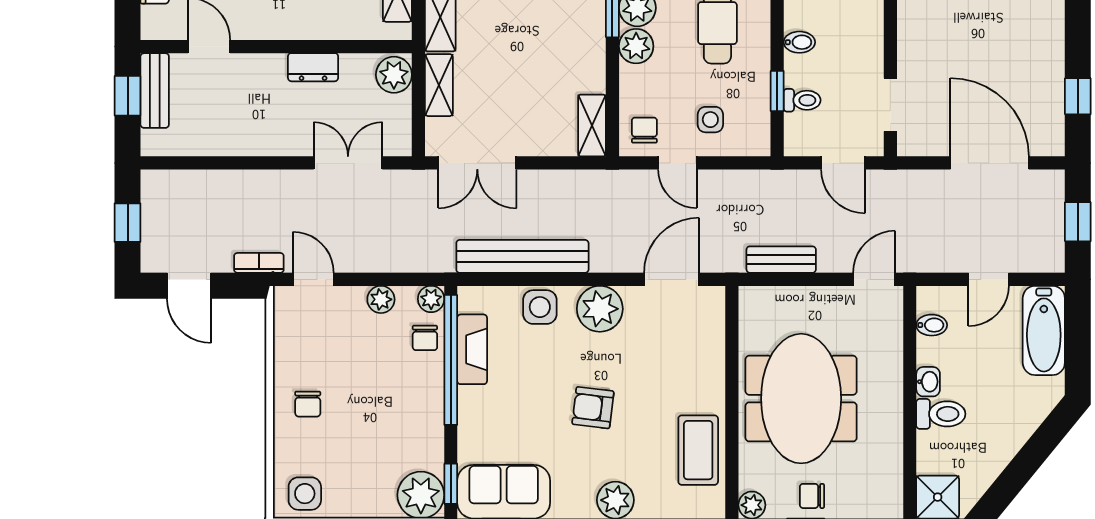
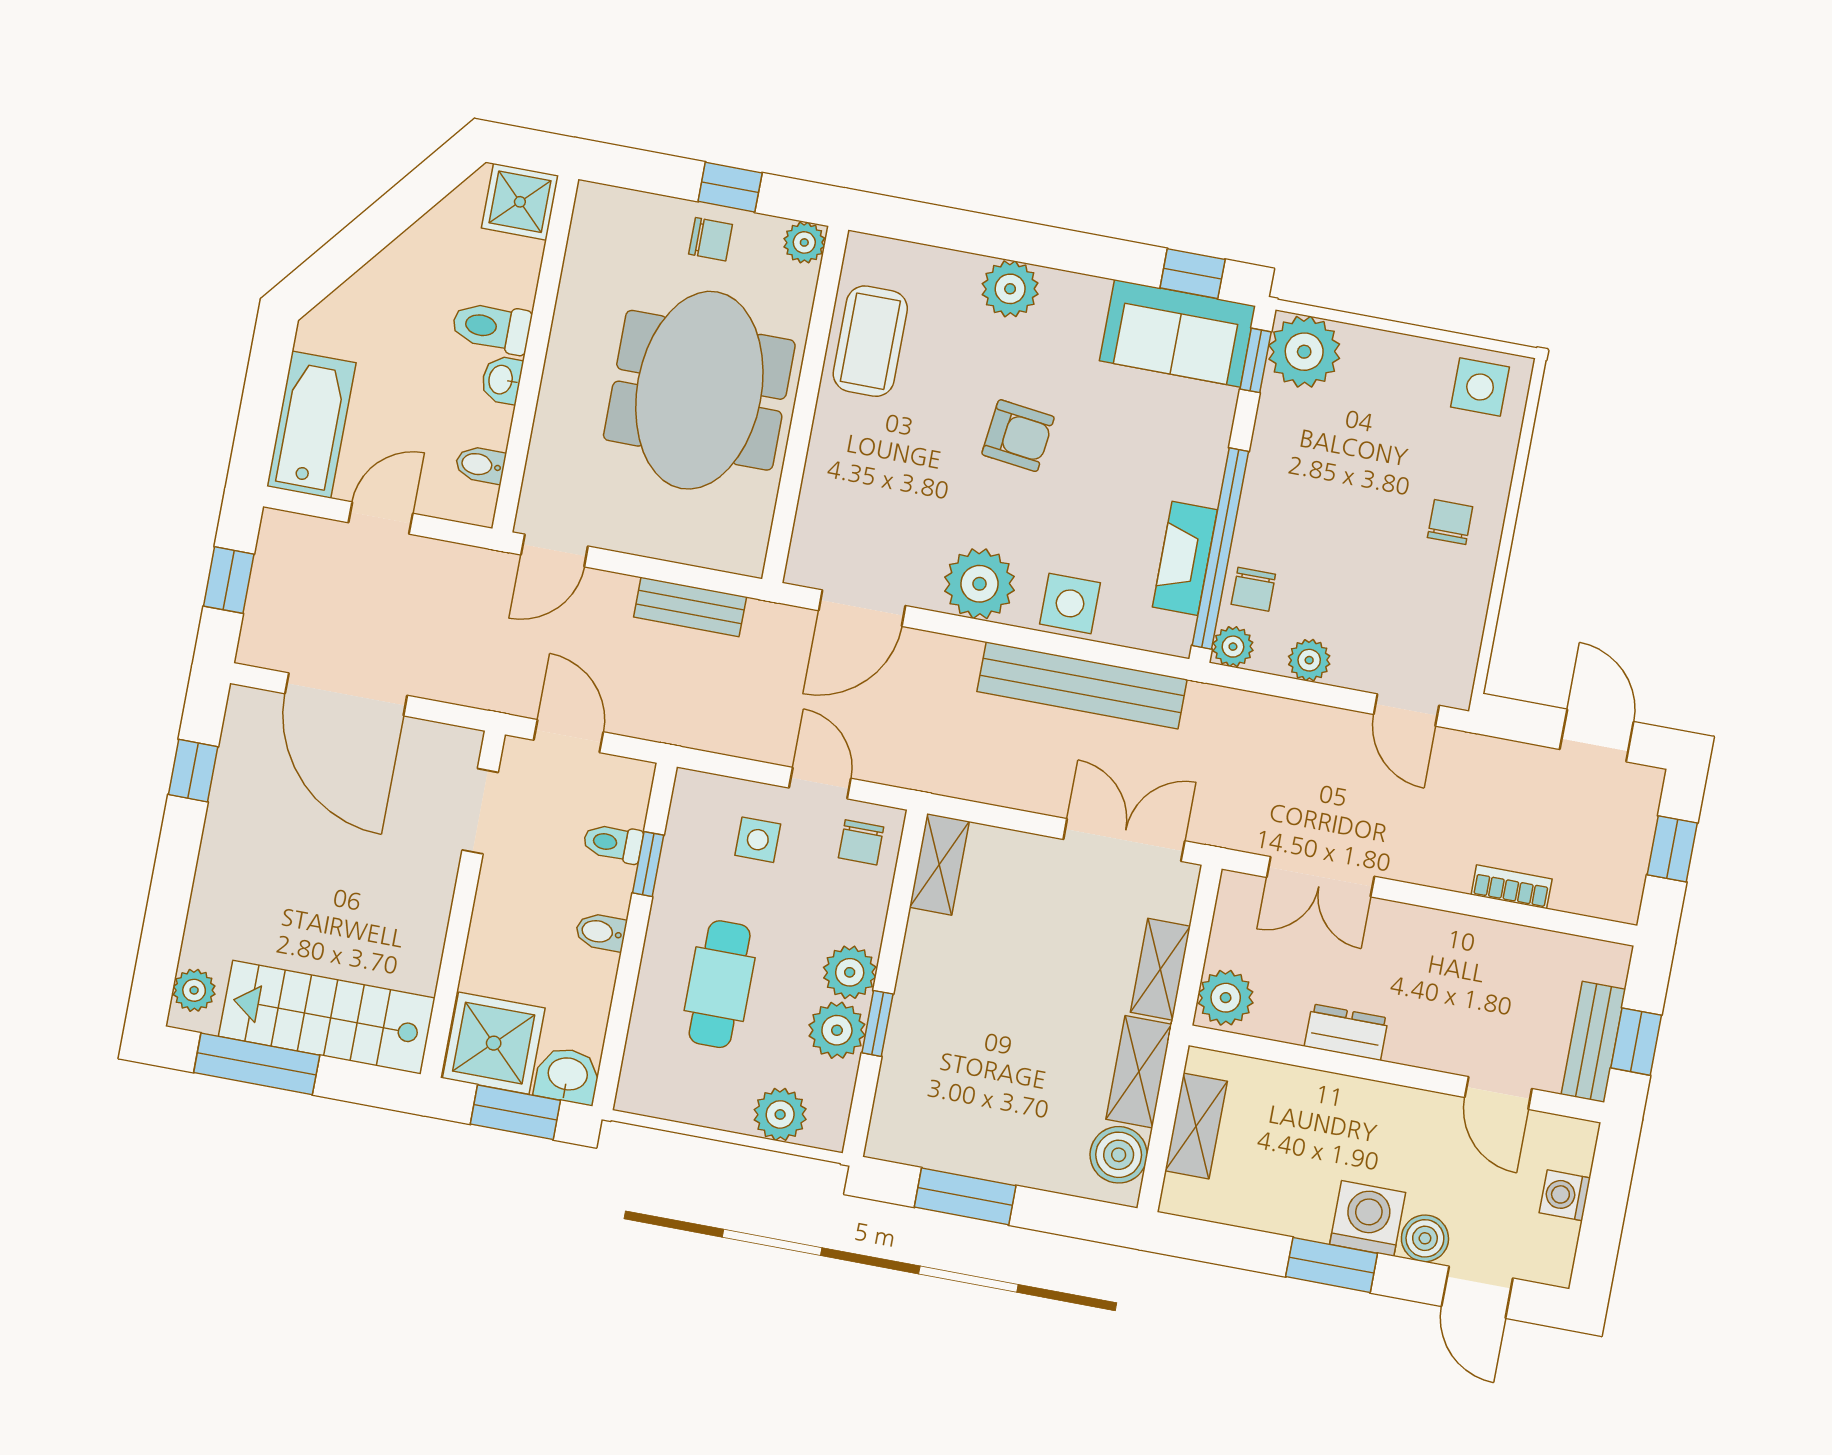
bookcase: (259, 263) -> (1512, 887), moved, turned 180
chair: (425, 338) -> (1253, 589), turned 180

